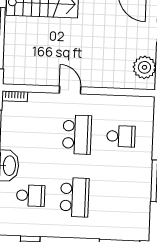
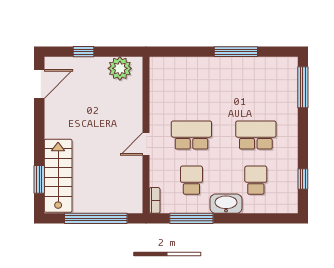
school desk: (121, 136) -> (191, 180), moved

